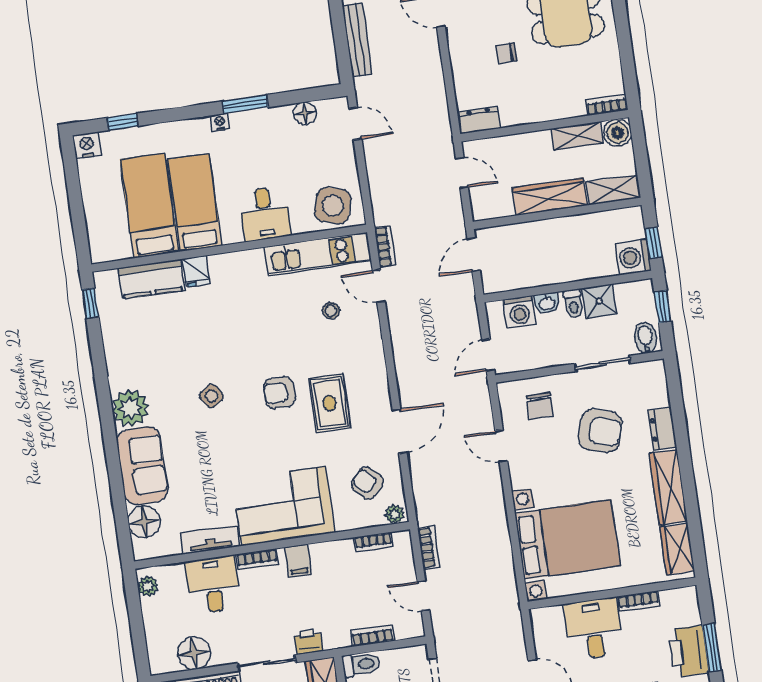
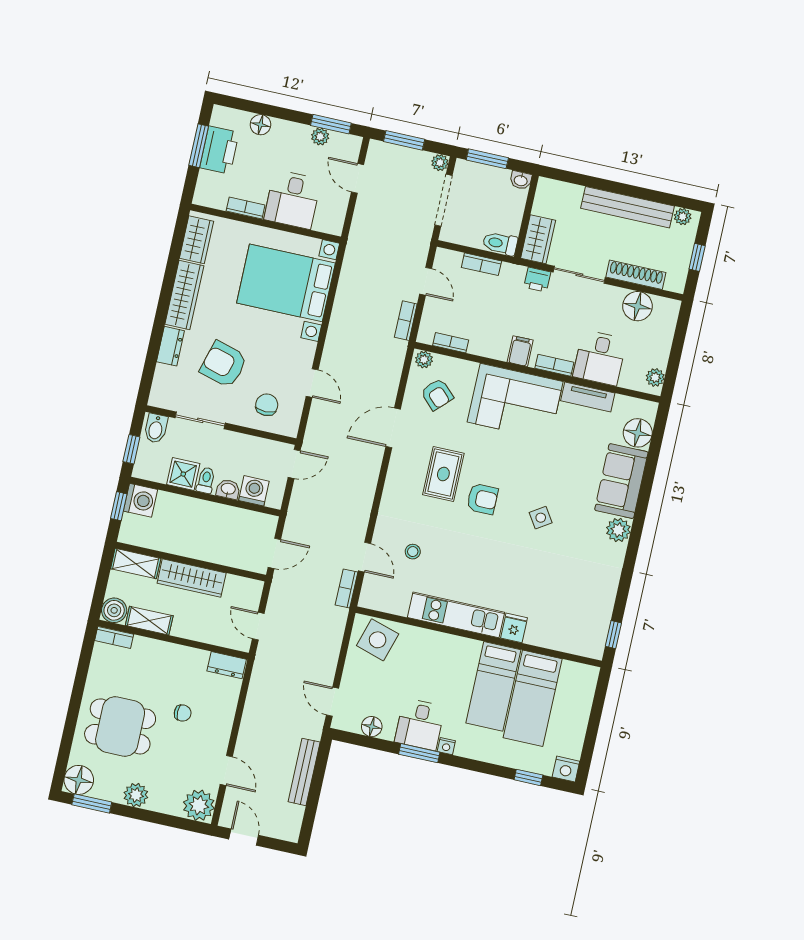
desk: (265, 214) -> (420, 724), moved, turned 180
kitchen unit: (318, 254) -> (456, 615), moved
kitchen counter: (151, 279) -> (554, 636), removed
plant: (130, 408) -> (618, 530), width x0.73, depth x0.73

